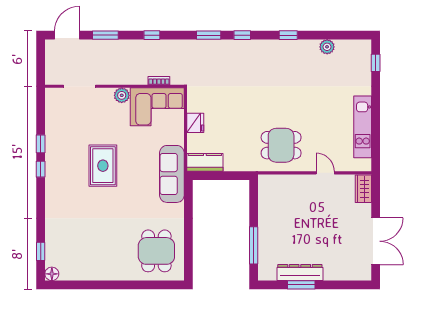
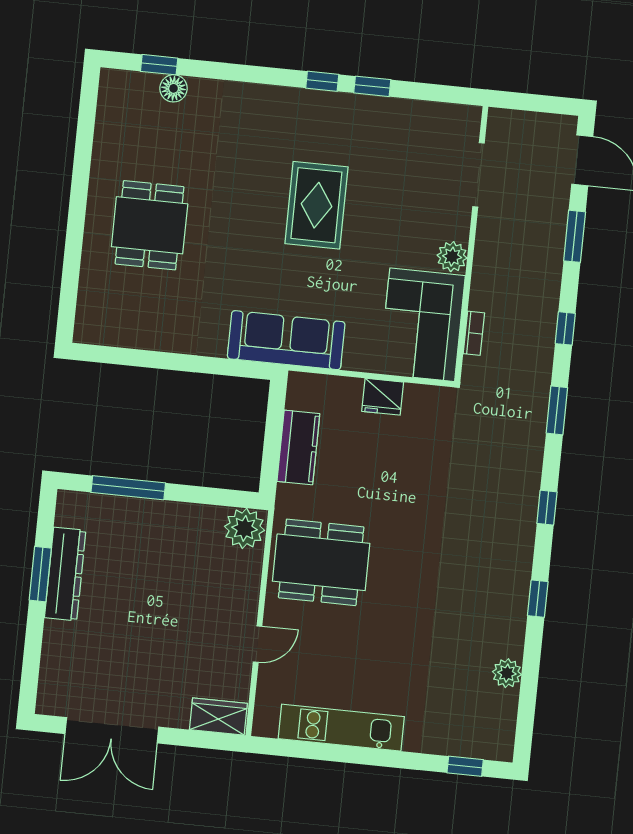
window: (209, 35) -> (557, 410), moved
dining table: (281, 145) -> (321, 562), width x1.38
kitchen counter: (205, 162) -> (298, 447), moved
rug: (103, 166) -> (316, 205), turned 90
plant: (268, 185) -> (244, 528), added
dining table: (156, 251) -> (150, 225), moved, turned 90
floor lamp: (52, 274) -> (174, 88), moved

